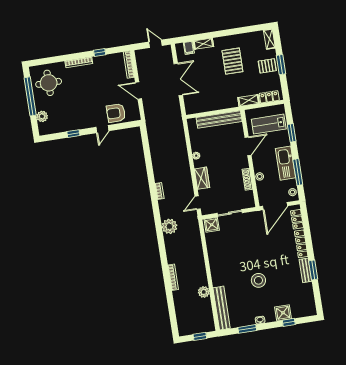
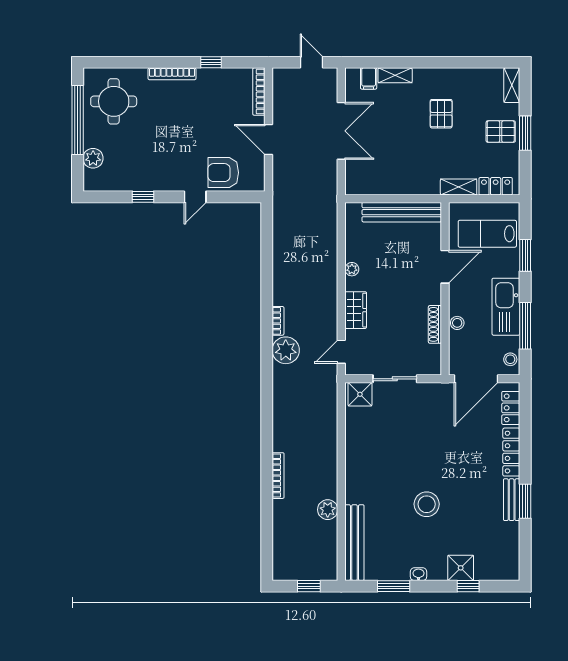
pallet: (232, 61) -> (441, 114), width x0.67, depth x0.71
plant: (169, 226) -> (286, 350), moved

